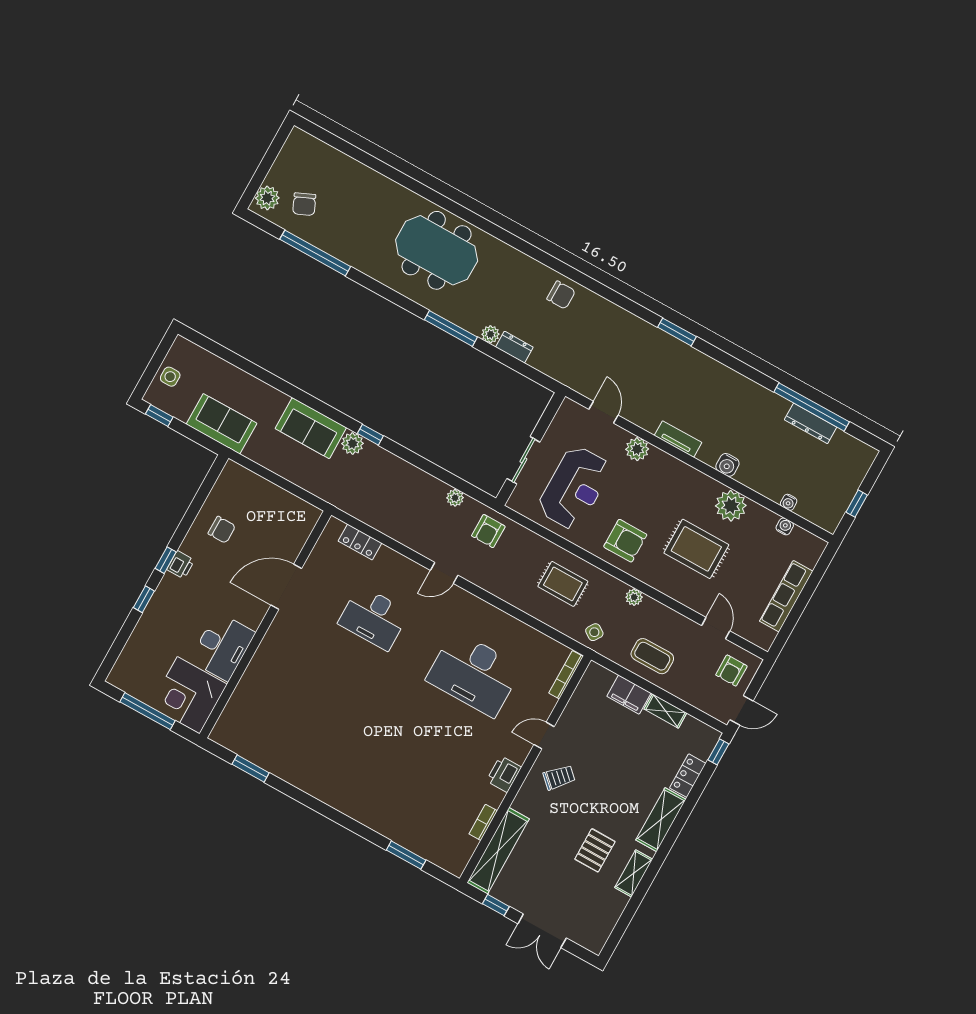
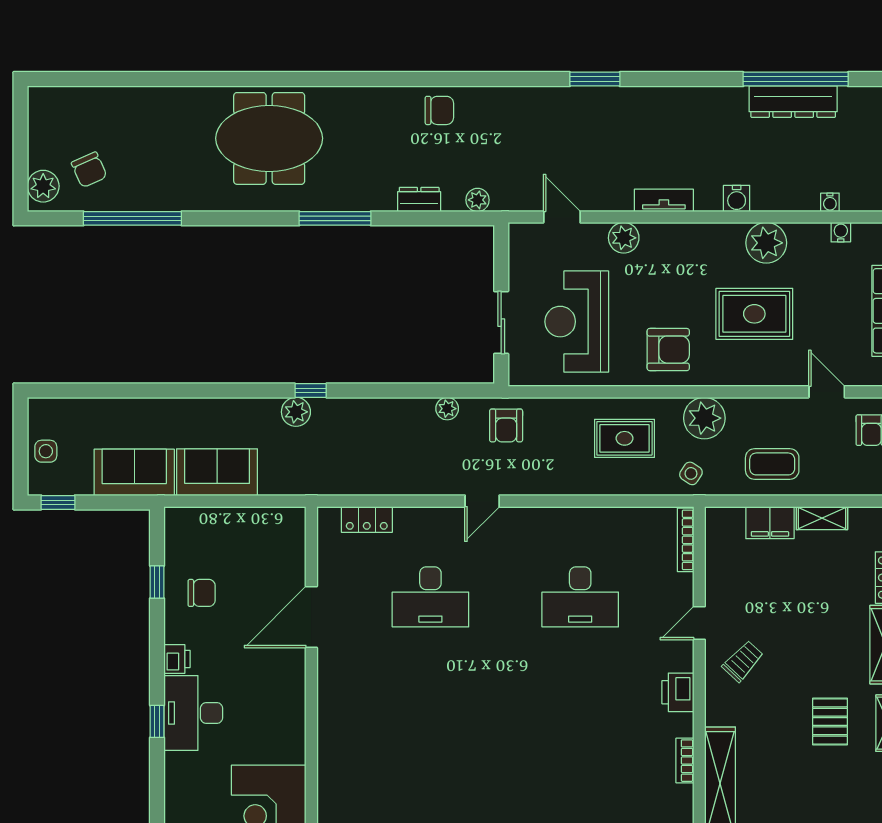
plant: (490, 334) -> (478, 200), moved
dresser: (811, 423) -> (793, 102), width x1.37, depth x1.24
sofa: (311, 428) -> (217, 472), moved, turned 180
reception desk: (574, 488) -> (577, 322), turned 180
window: (166, 560) -> (157, 582), moved
plant: (634, 597) -> (704, 418), width x1.87, depth x1.87
desk: (222, 647) -> (193, 713), moved, turned 180
desk: (474, 674) -> (580, 597), width x0.73, depth x0.77

